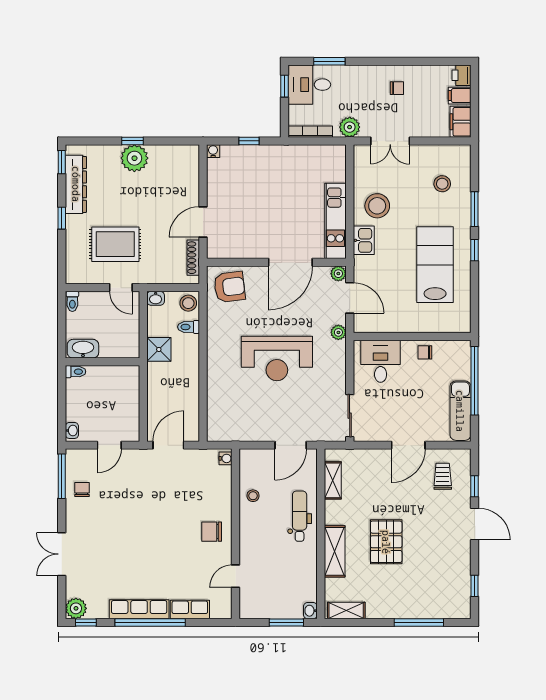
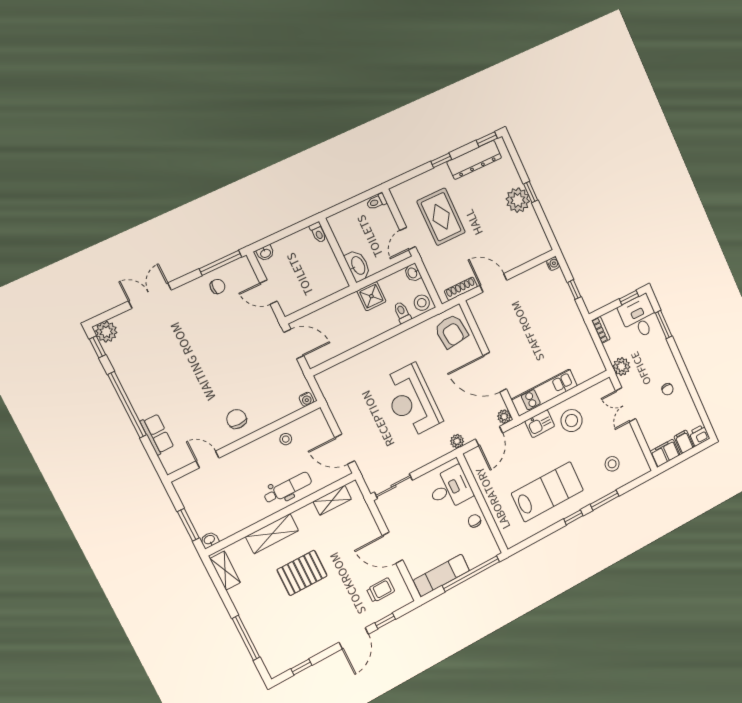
bookcase: (310, 132) -> (601, 330), width x0.64
washbasin: (83, 349) -> (358, 266), moved
row of seats: (139, 609) -> (134, 389), removed

